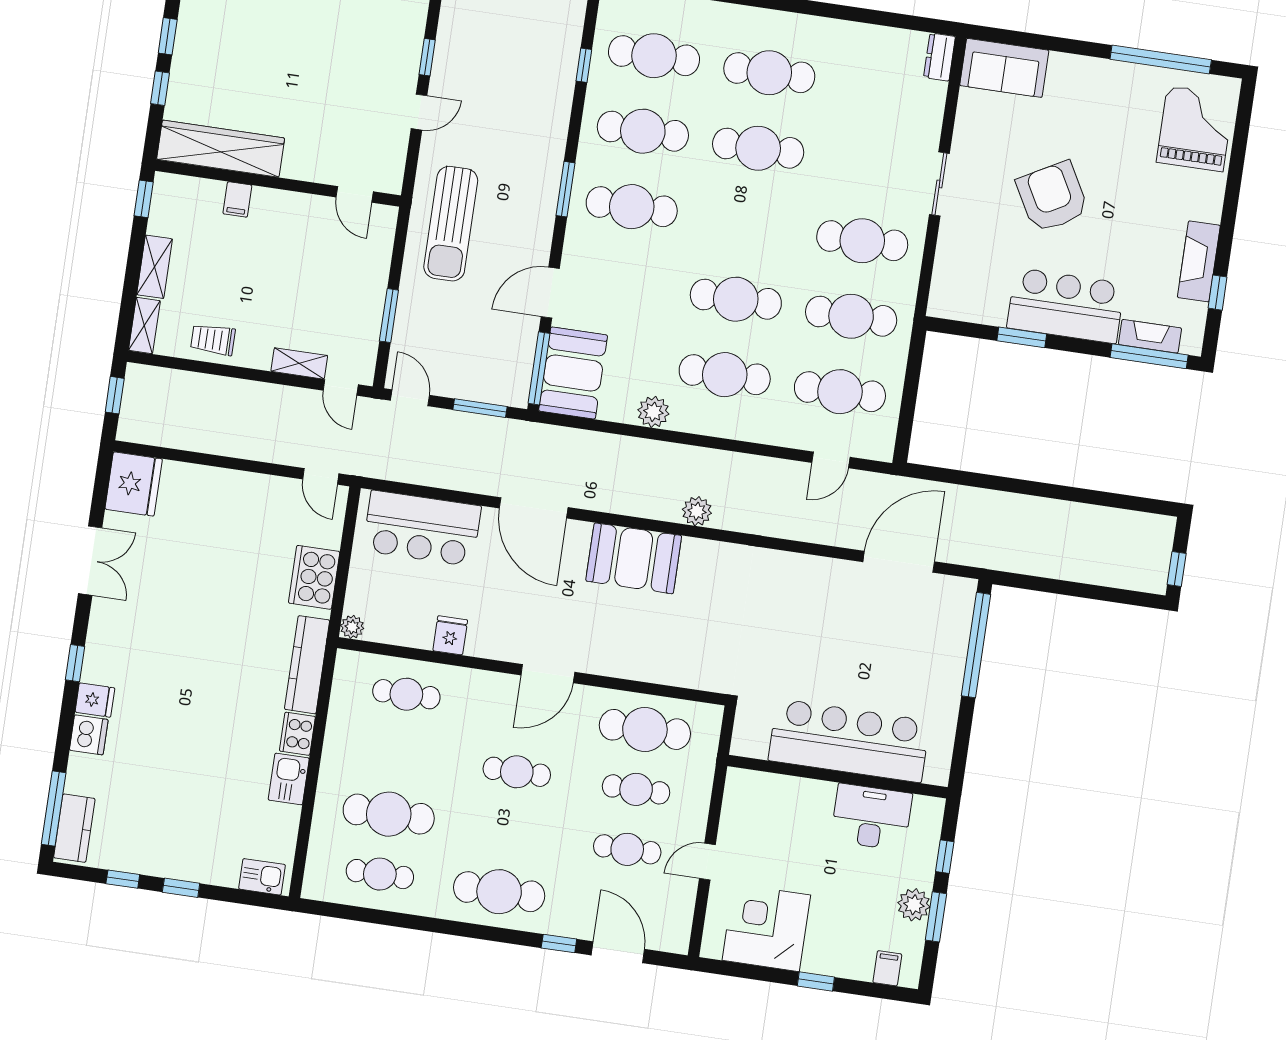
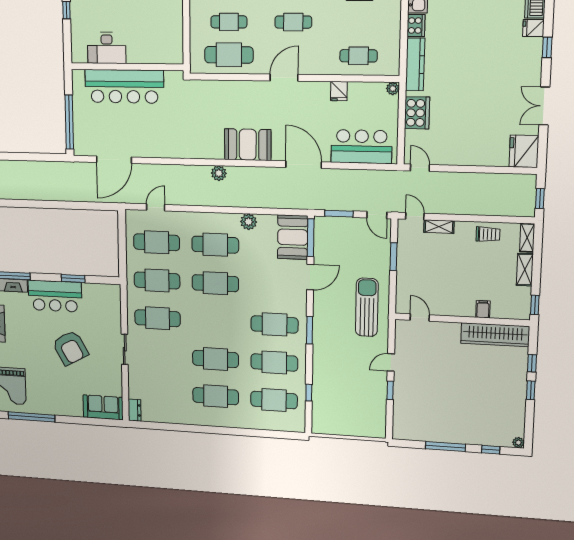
bar counter: (849, 741) -> (124, 86), moved
wall: (838, 777) -> (127, 67), moved
desk: (871, 817) -> (107, 48), moved

